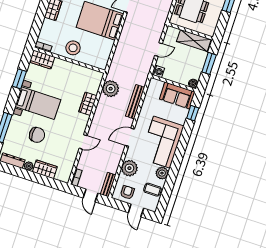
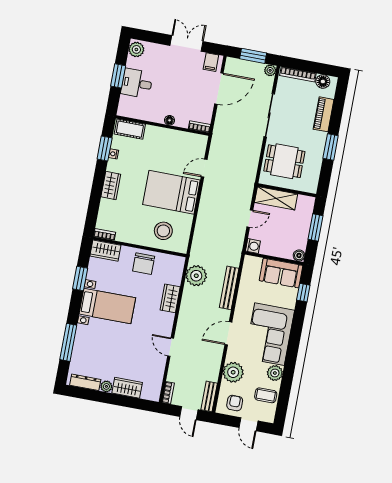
shelving: (194, 41) -> (276, 198), moved
stool: (73, 48) -> (163, 231), moved
chair: (37, 135) -> (144, 264), moved, turned 90
door: (83, 142) -> (171, 347), swing flipped

